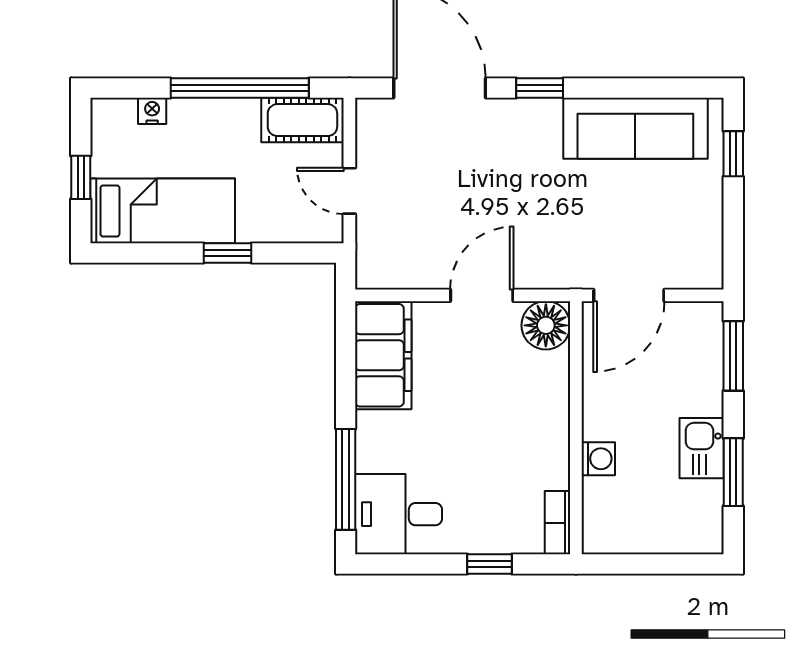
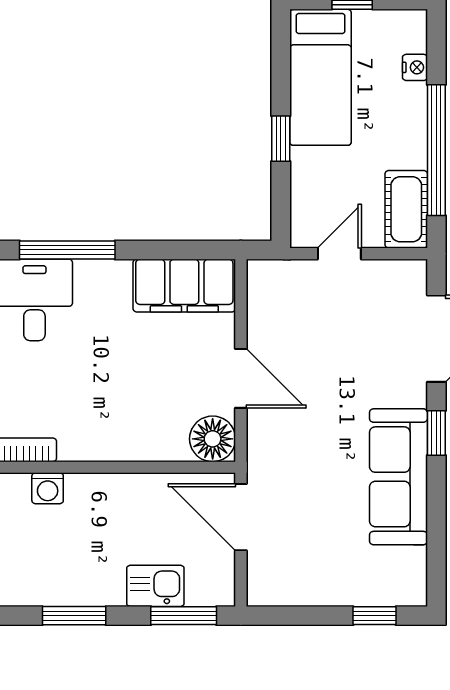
sofa: (635, 128) -> (398, 477), moved
kitchen sink: (702, 448) -> (155, 586), moved
washing machine: (598, 459) -> (48, 488), moved

